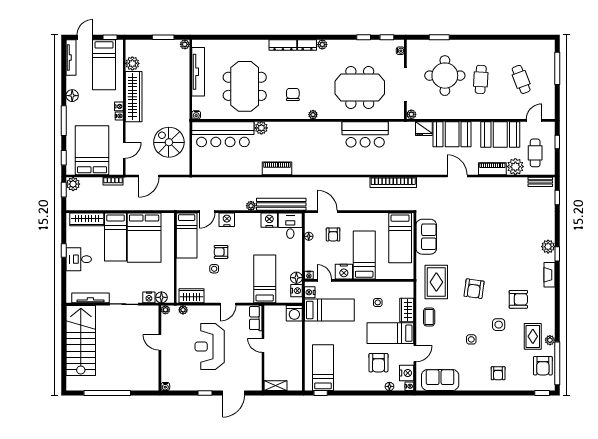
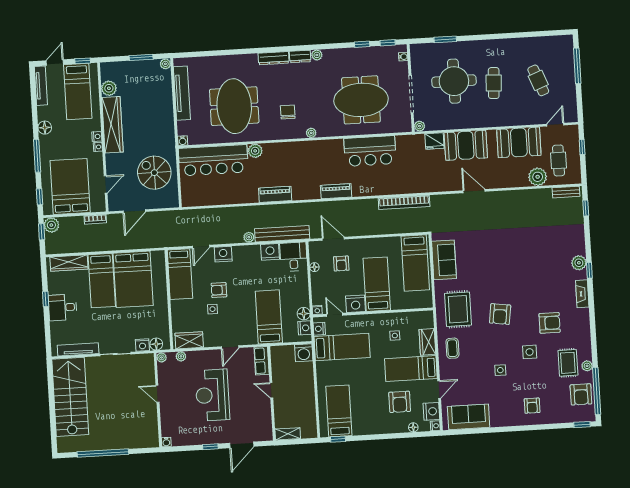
piano: (492, 169) -> (336, 191), moved

